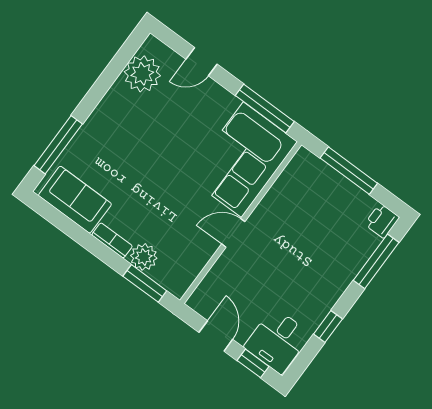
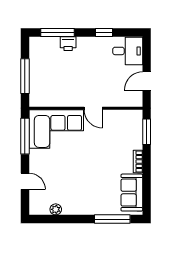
plant: (142, 74) -> (56, 209), width x0.53, depth x0.53
printer: (382, 221) -> (68, 44), moved
plant: (144, 257) -> (135, 141), removed
window: (253, 363) -> (147, 54), removed

